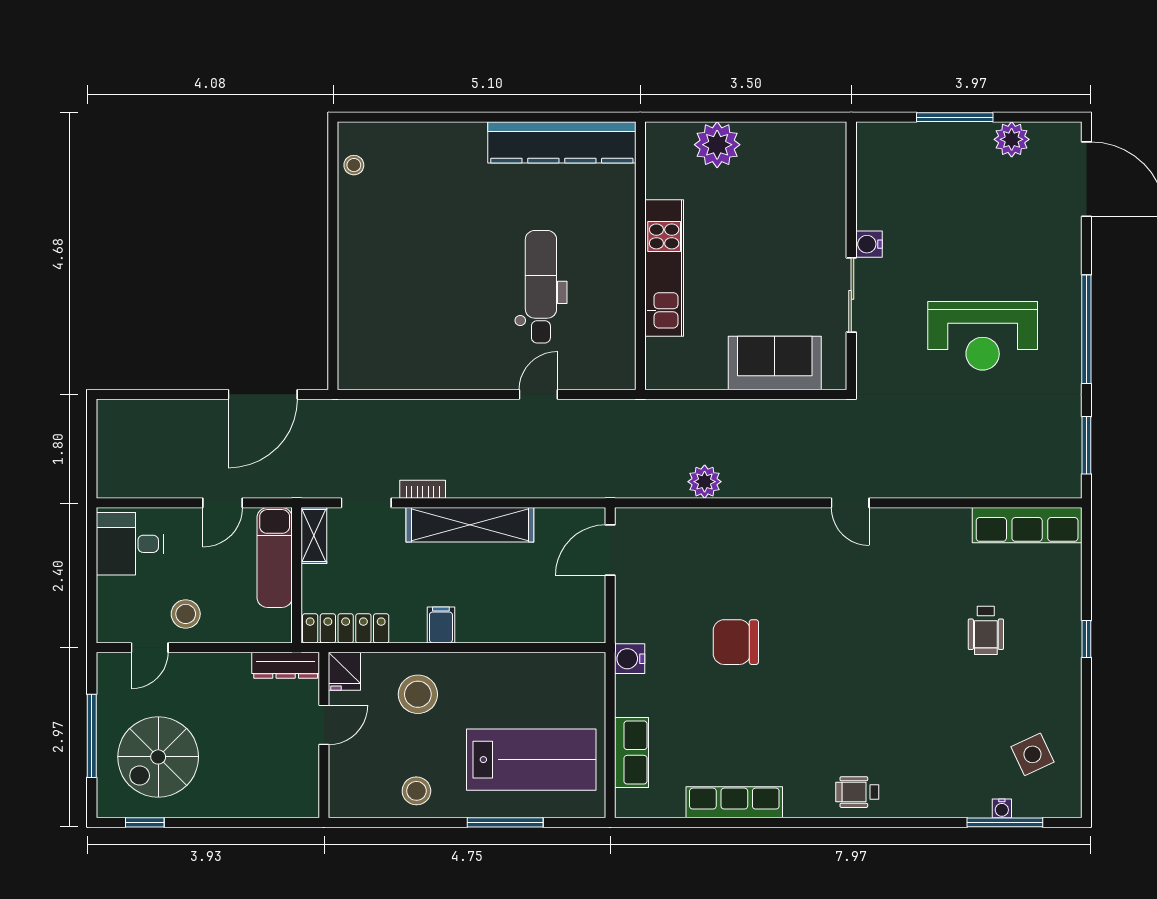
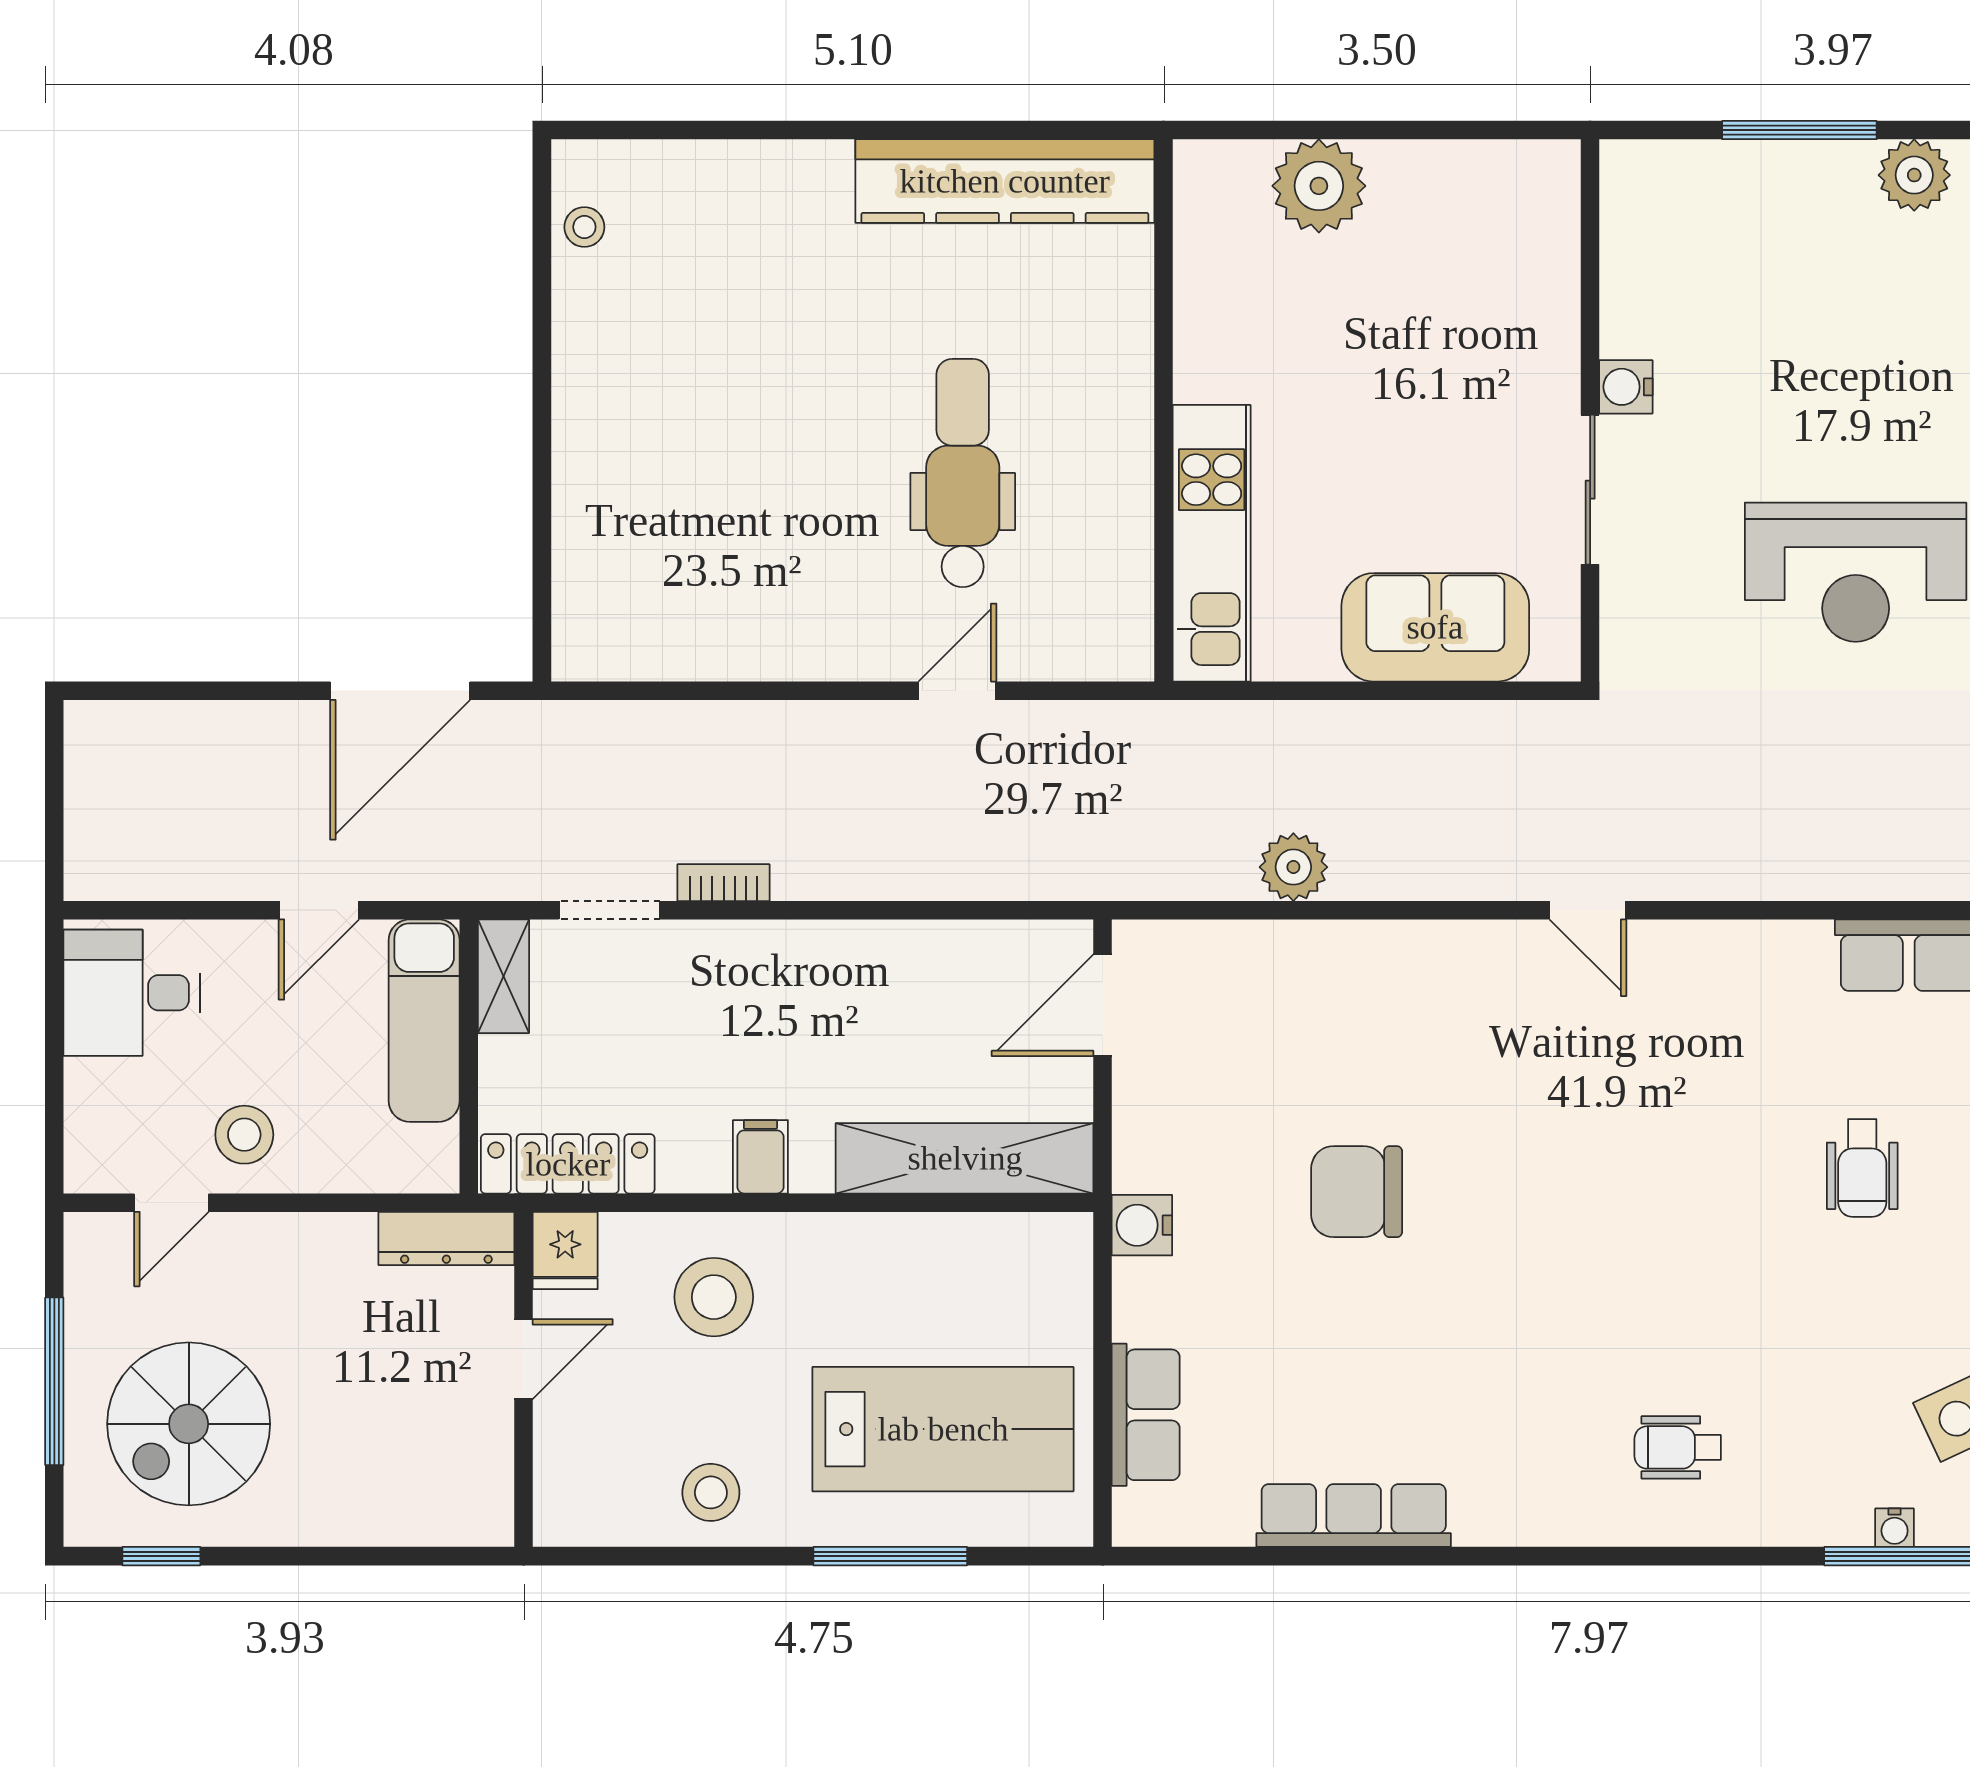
kitchen unit: (664, 268) -> (1212, 543), moved
shelving: (470, 525) -> (965, 1158), moved
wheelchair: (857, 792) -> (1678, 1447), moved

